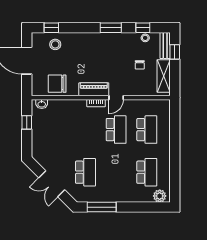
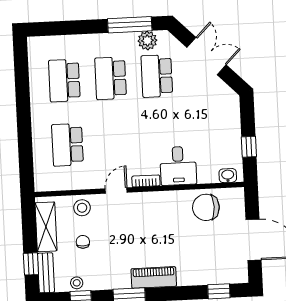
stool: (55, 44) -> (82, 208), moved
chair: (57, 84) -> (206, 207), turned 180
piano: (94, 89) -> (154, 277), moved, turned 180
desk: (74, 112) -> (178, 166), added
school desk: (116, 130) -> (111, 78), moved
plant: (160, 196) -> (147, 41), moved

